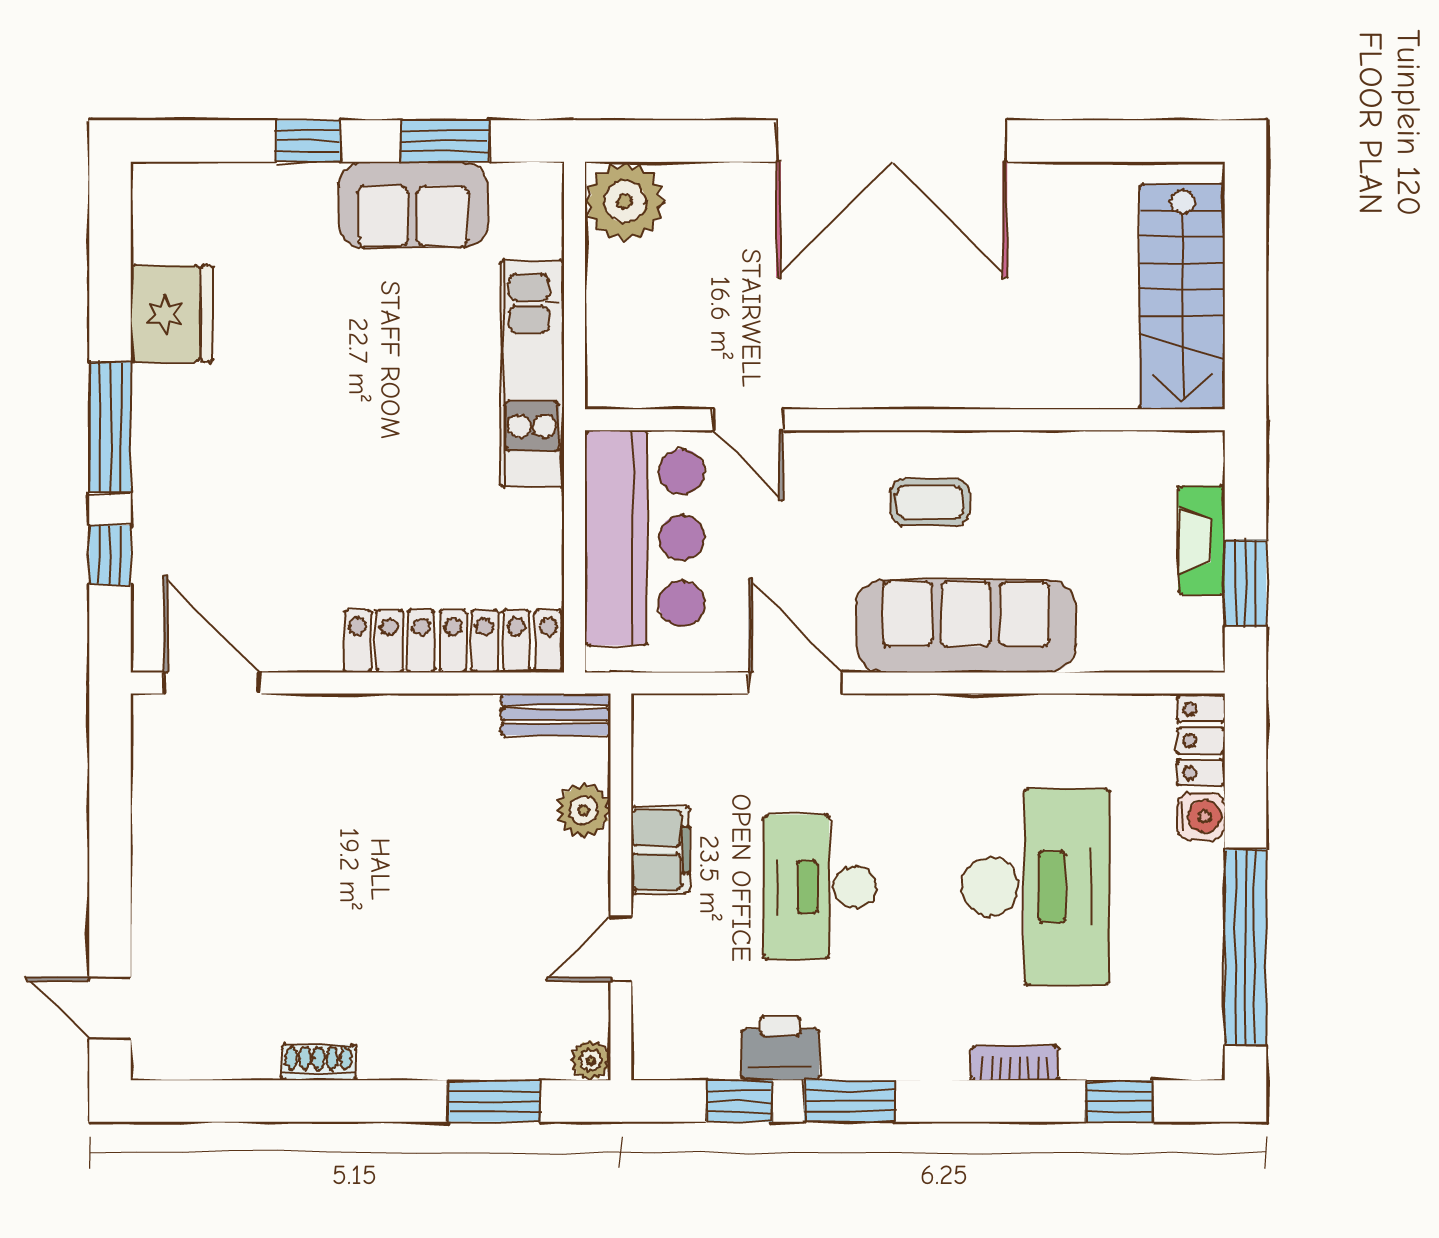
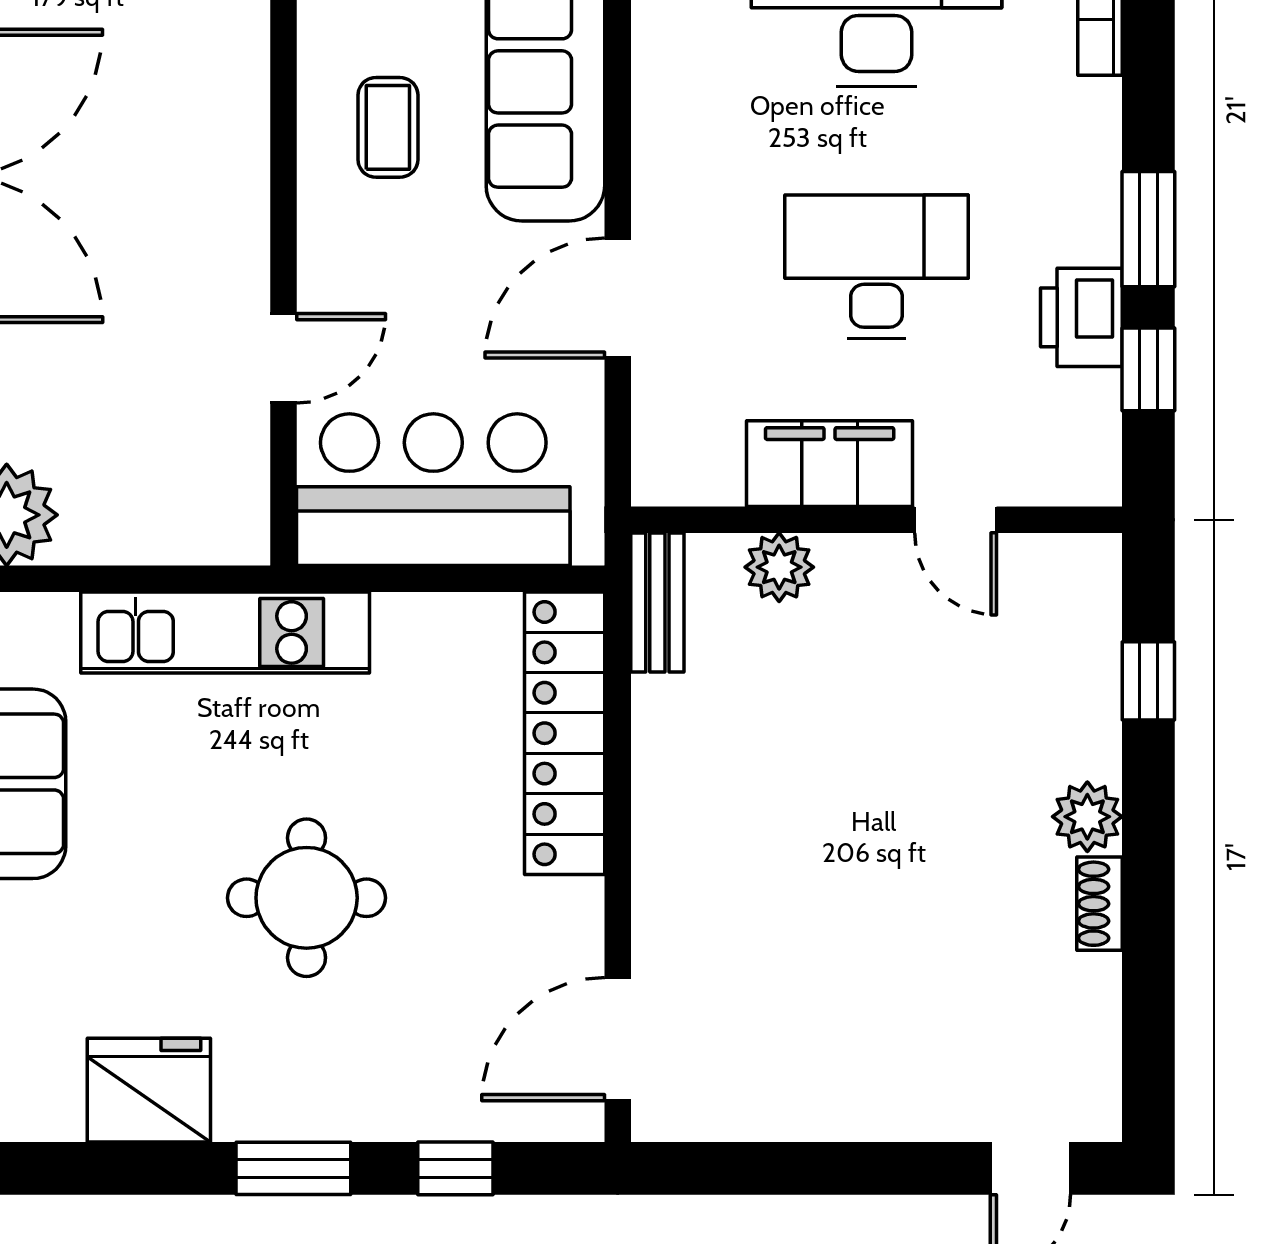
window: (110, 428) -> (293, 1168), width x0.69
round table: (323, 438) -> (307, 898), added
filing cabinet: (660, 850) -> (830, 464), width x1.50, depth x1.17
desk: (820, 887) -> (877, 267), turned 180
plant: (591, 1060) -> (1087, 817), moved, width x1.38, depth x1.38
window: (494, 1101) -> (1148, 681), width x0.67

